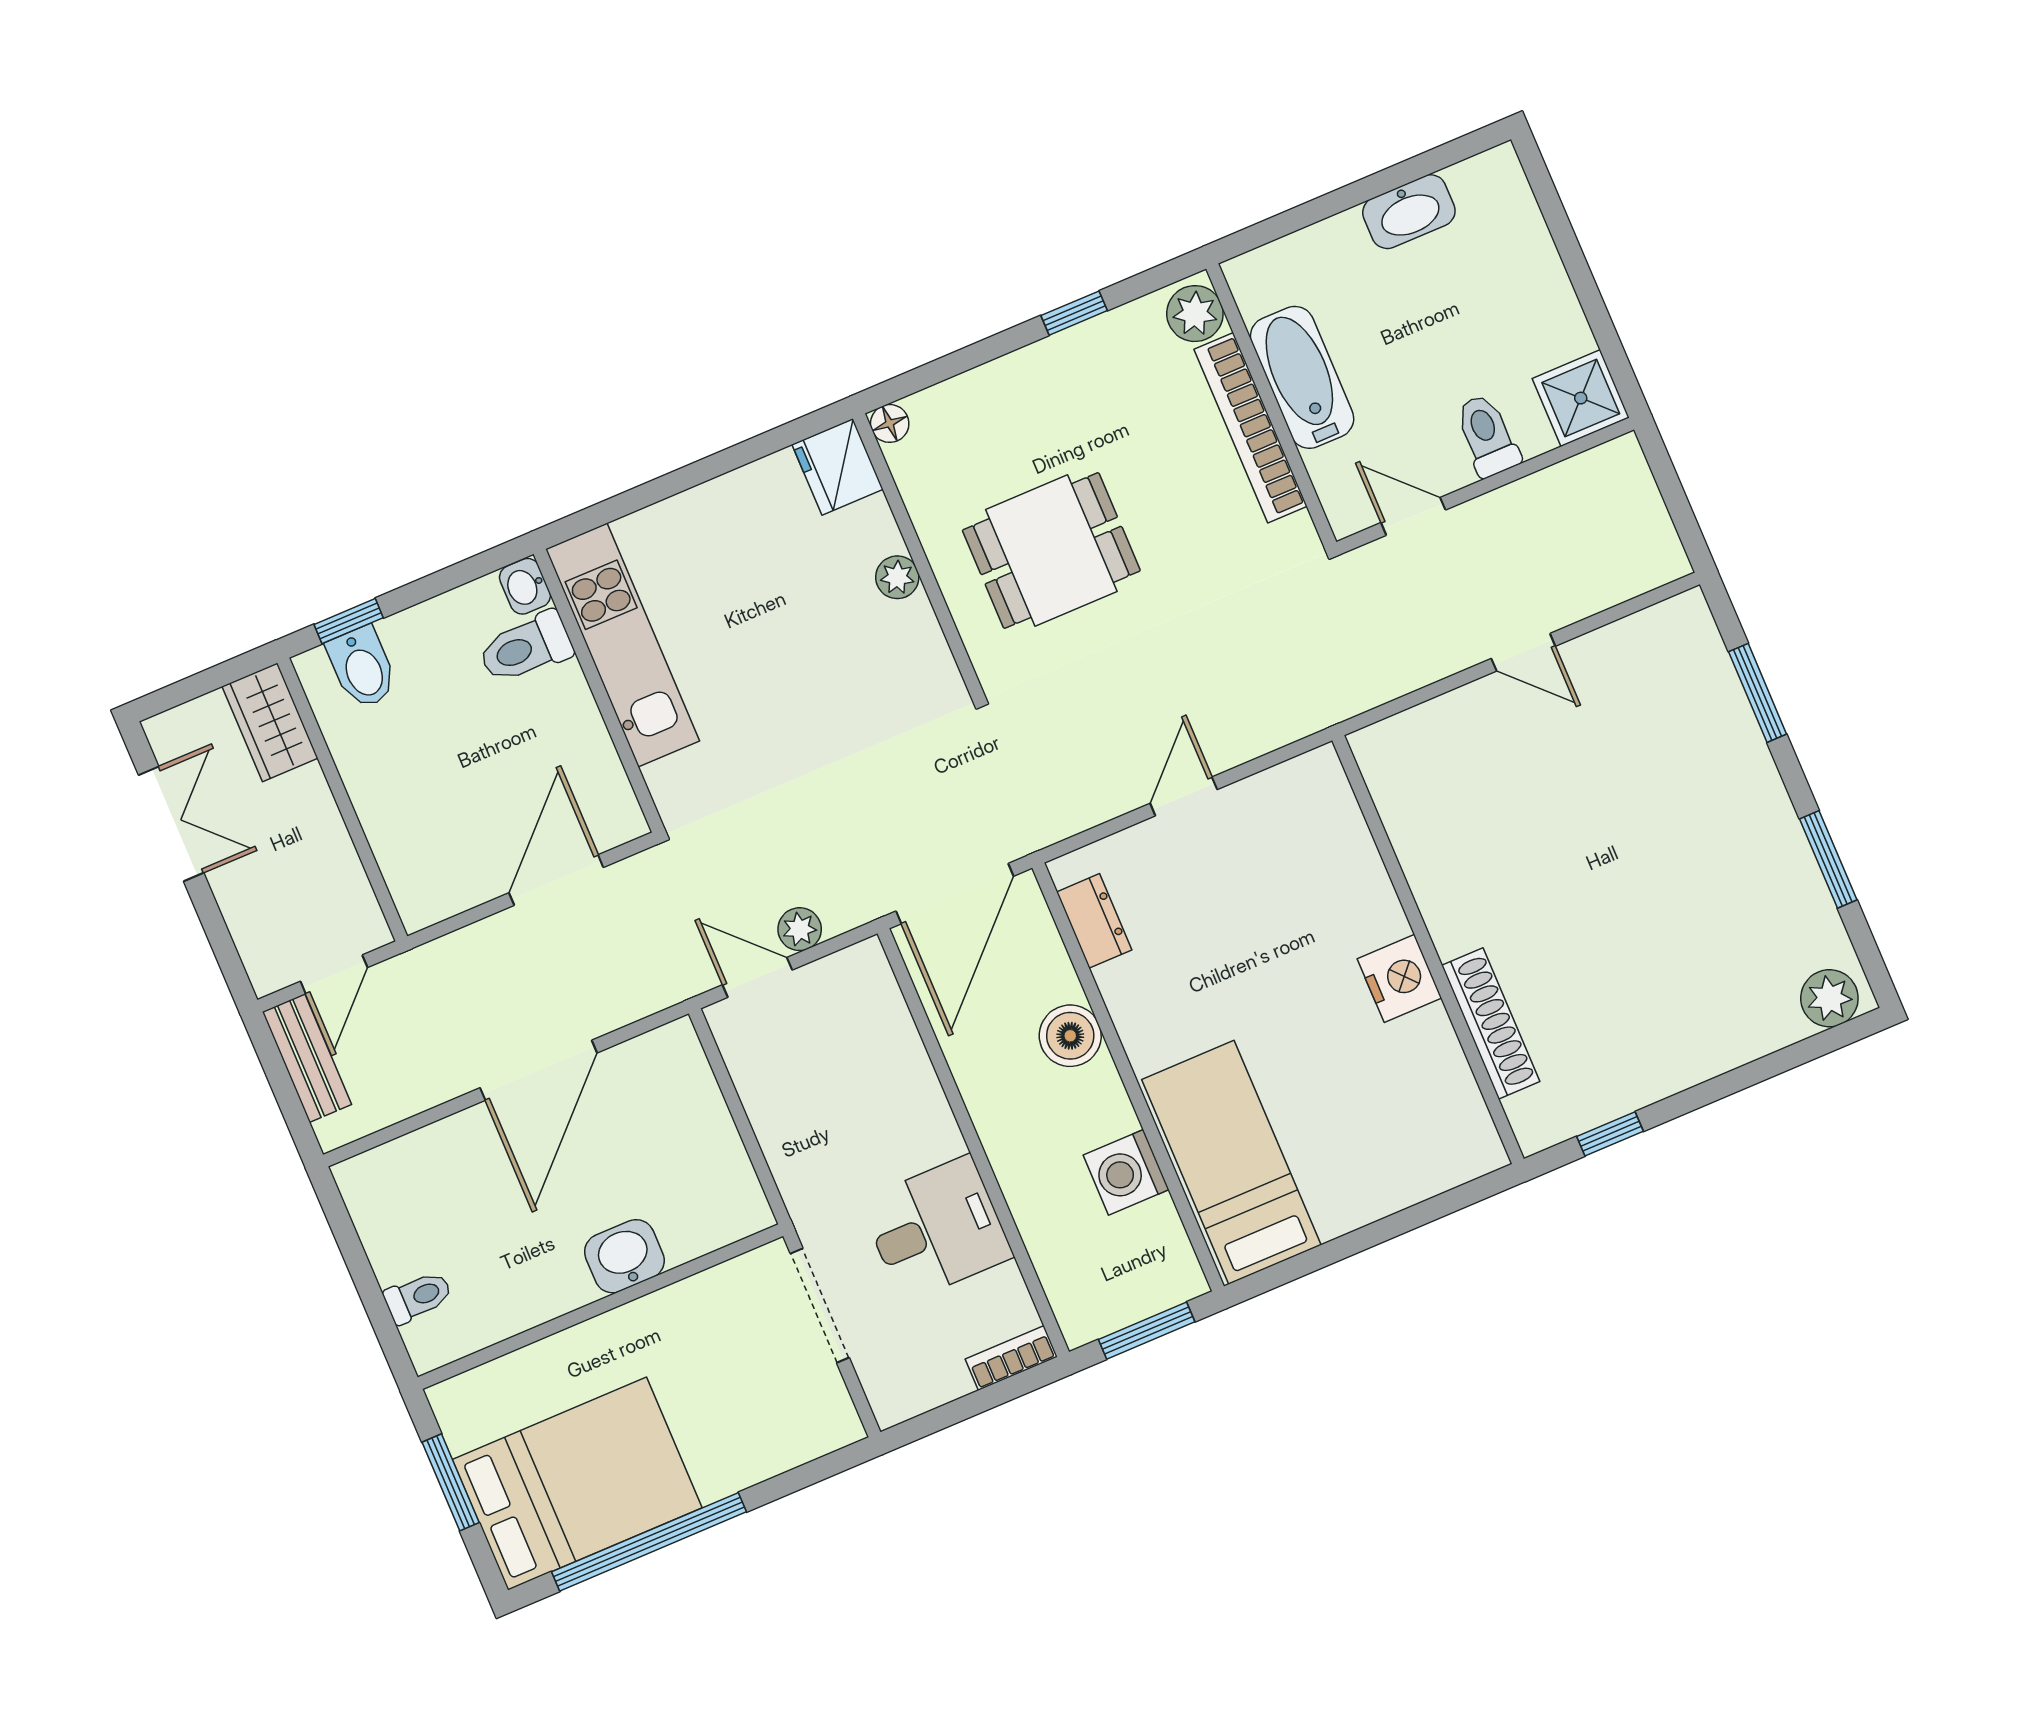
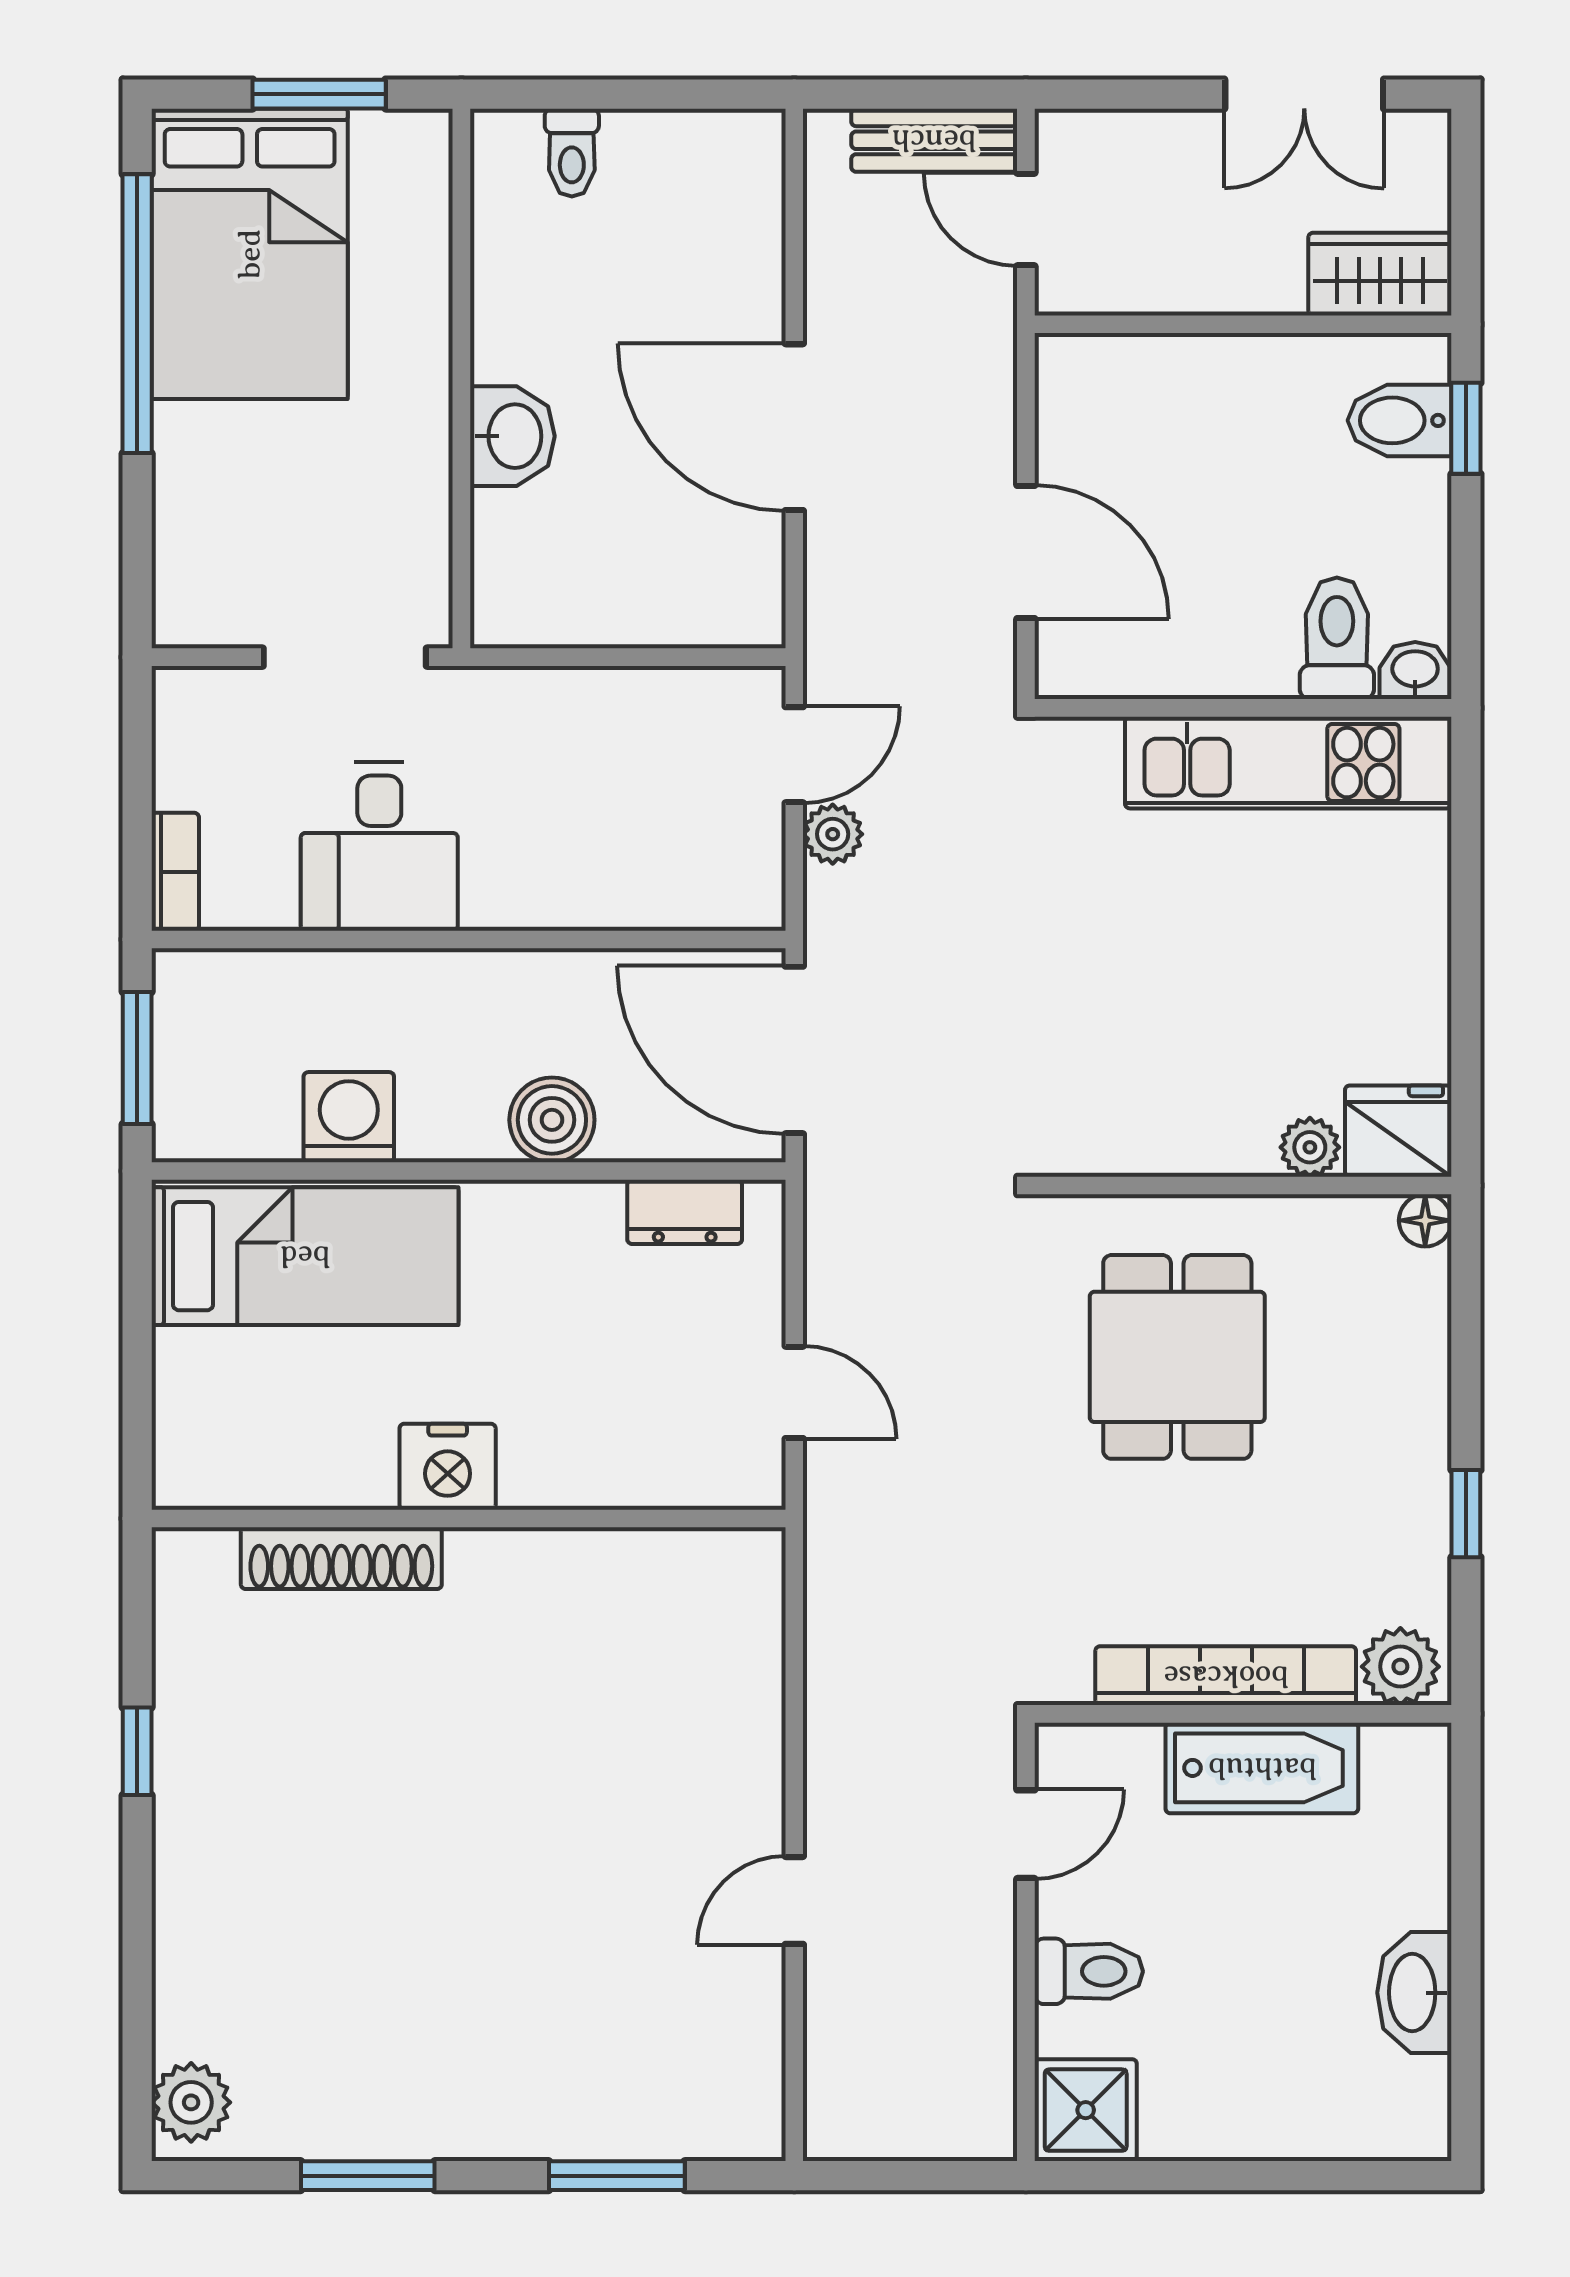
plant: (897, 577) -> (1310, 1147), moved
wall: (1428, 950) -> (469, 1518), moved
nightstand: (1399, 978) -> (448, 1467), moved
shoe rack: (1491, 1023) -> (341, 1558), moved

